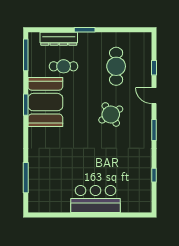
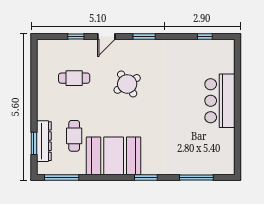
window: (85, 30) -> (34, 143), moved
cafe table: (116, 66) -> (74, 78), width x0.73, depth x0.74
window: (26, 105) -> (146, 177), moved
window: (154, 175) -> (205, 37), moved

